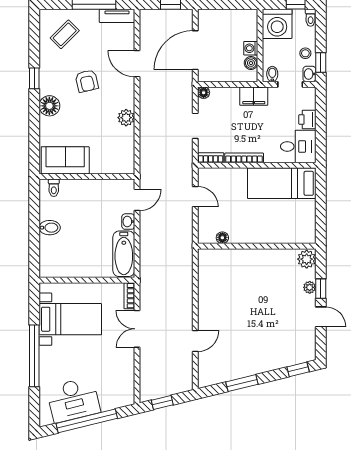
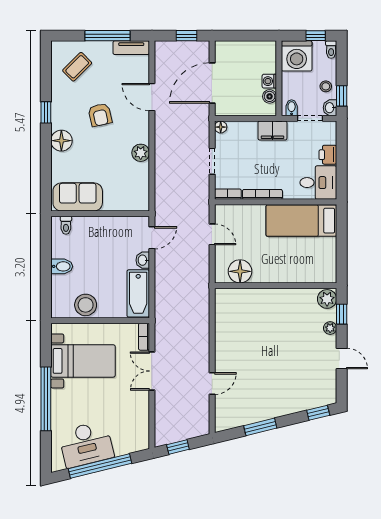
floor lamp: (222, 238) -> (240, 271), width x1.89, depth x1.89
stool: (73, 265) -> (86, 305), added
window: (321, 289) -> (342, 314), moved

